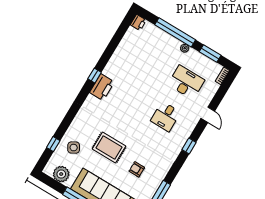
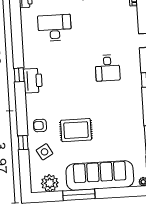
desk: (186, 82) -> (55, 28), moved
window: (53, 144) -> (23, 143), moved
armchair: (137, 169) -> (40, 125), moved

